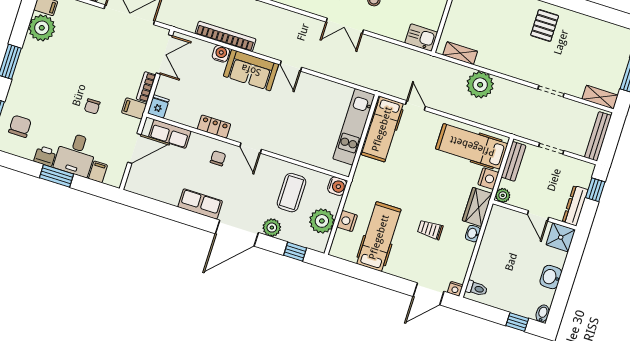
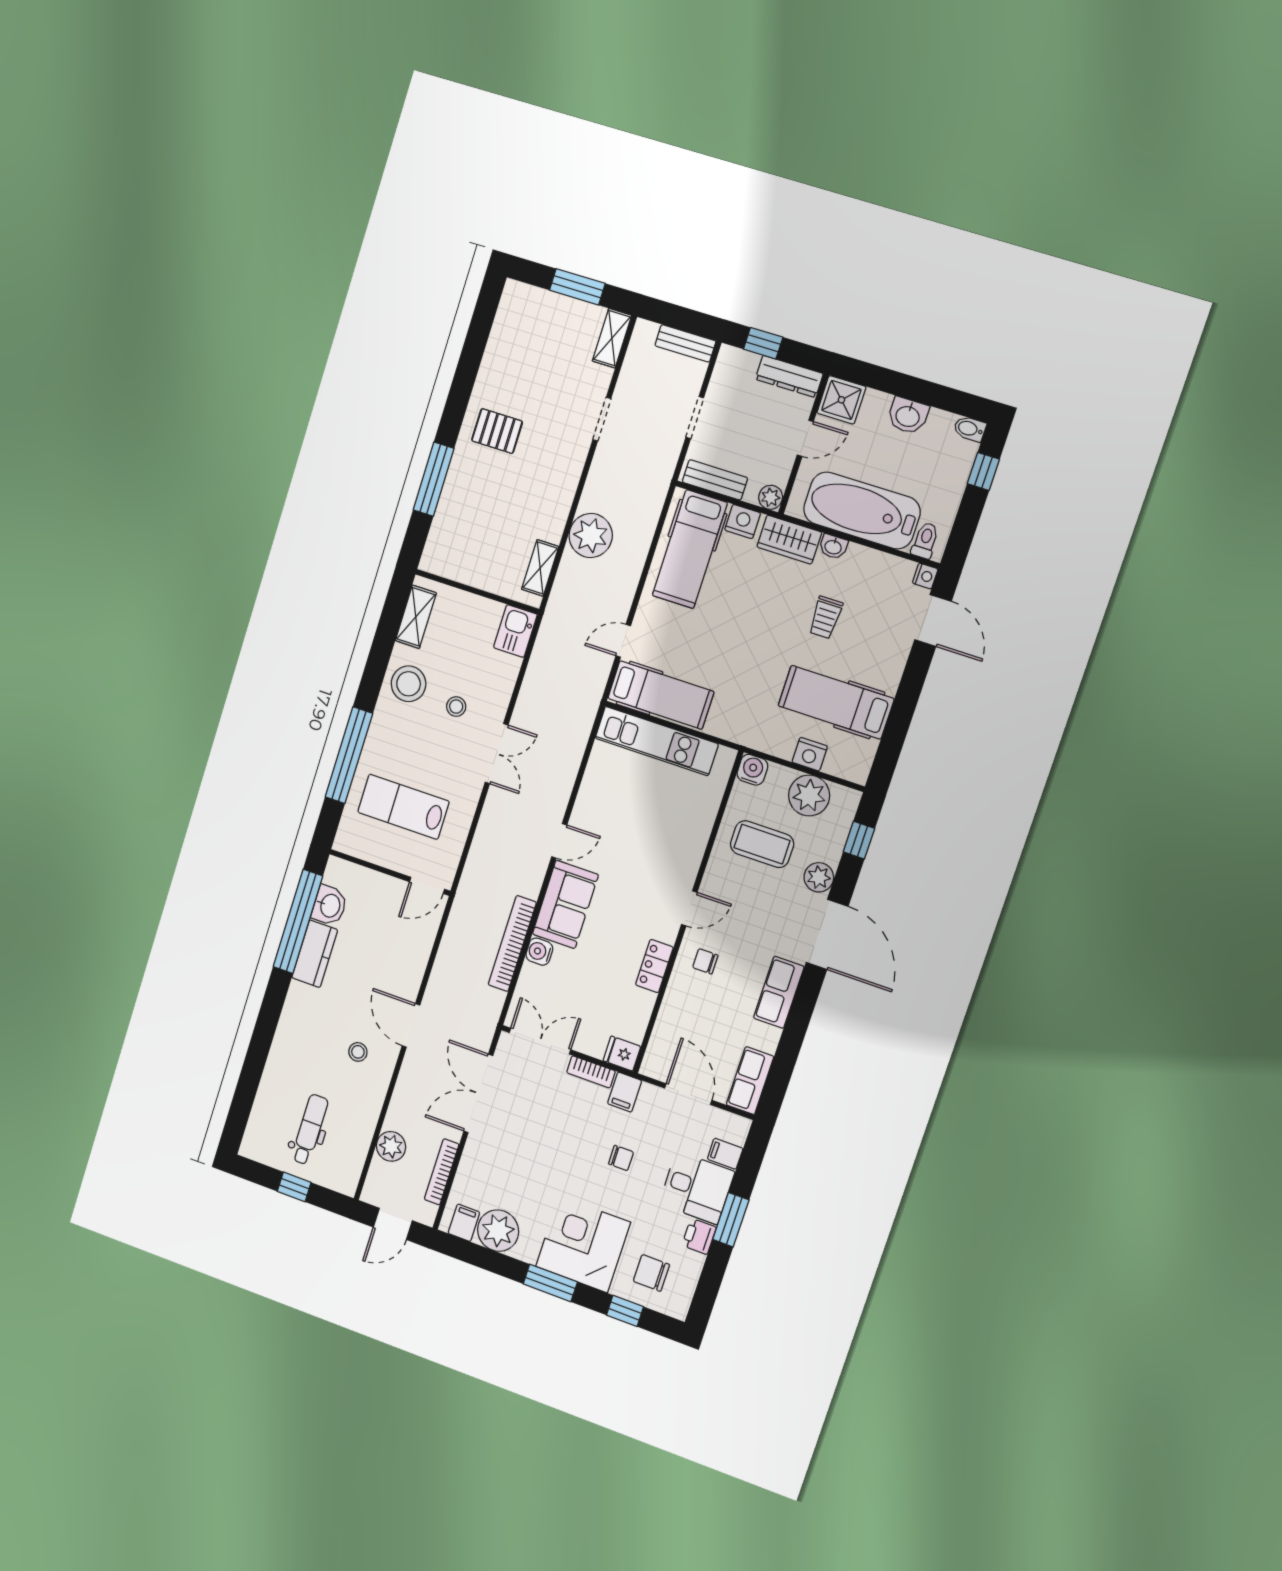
corner desk: (36, 83) -> (583, 1244), added
row of seats: (170, 134) -> (750, 1081), moved, turned 180
bench: (598, 136) -> (685, 343), width x0.73
bathtub: (495, 250) -> (862, 510), added

